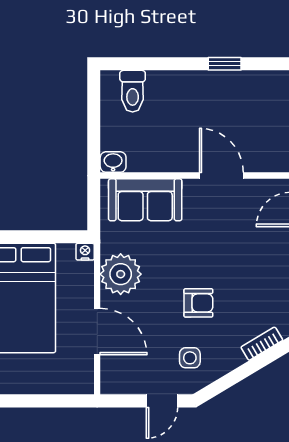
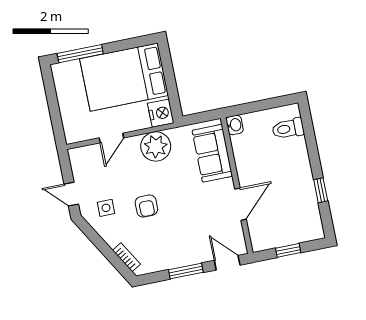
nightstand: (85, 252) -> (161, 113), width x1.89, depth x1.79
door: (97, 331) -> (111, 138), width x0.73

